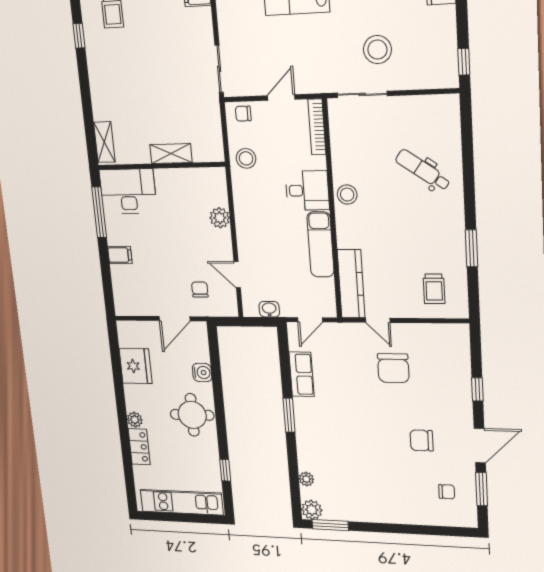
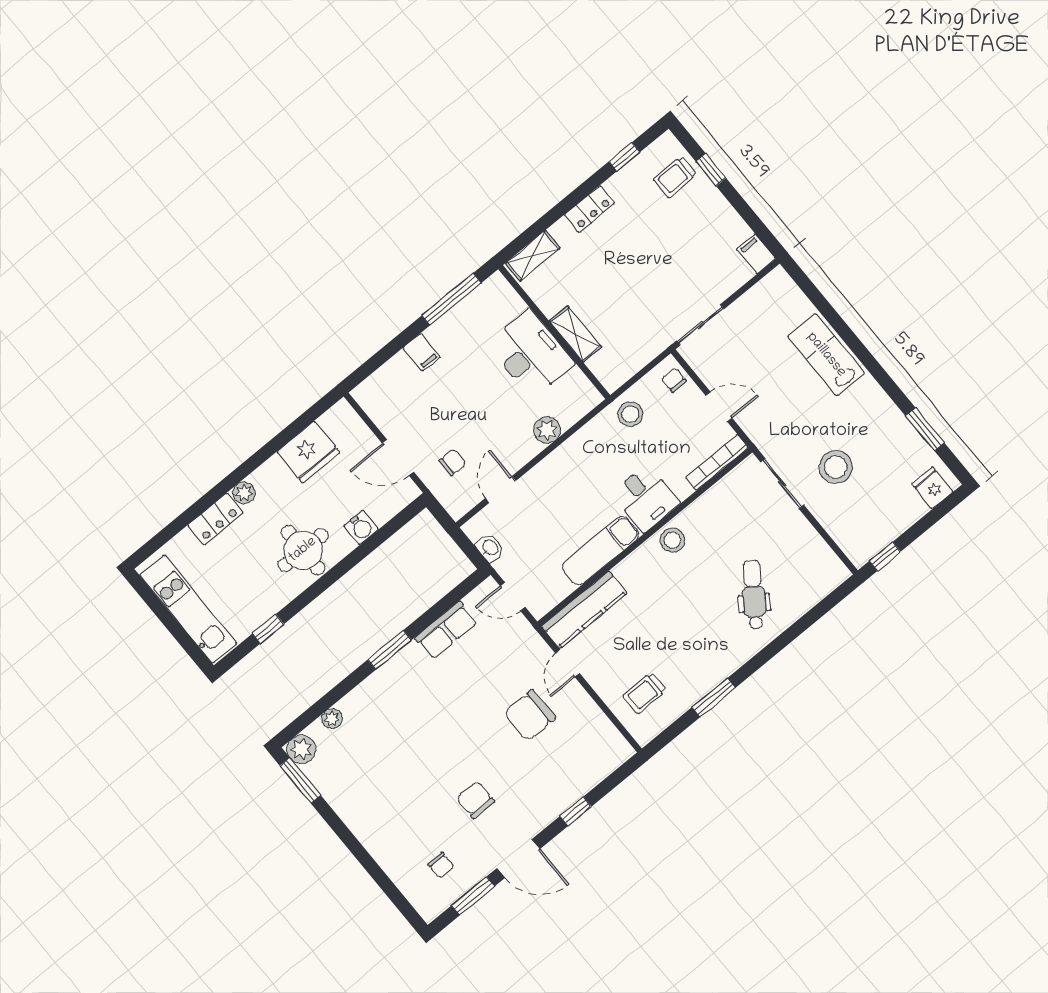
locker: (98, 84) -> (590, 209), added
desk: (128, 191) -> (531, 354), moved

